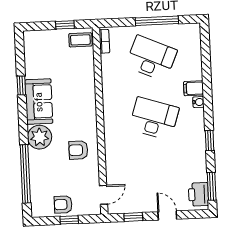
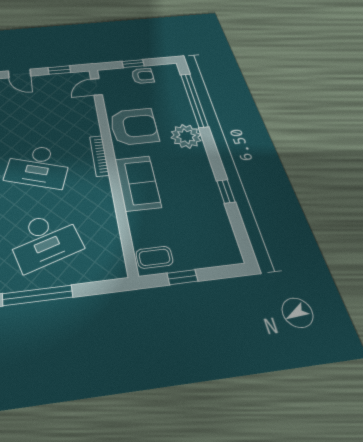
bookcase: (104, 41) -> (99, 156), moved, width x1.56
desk: (151, 58) -> (45, 240), turned -42
sofa: (39, 102) -> (138, 183), moved, turned 180
armchair: (78, 150) -> (134, 126), width x1.88, depth x1.88

